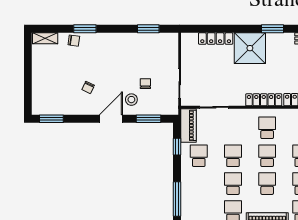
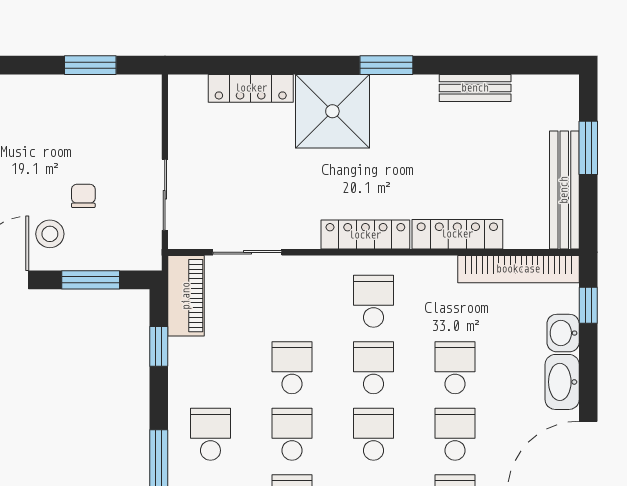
school desk: (199, 156) -> (210, 434), moved

